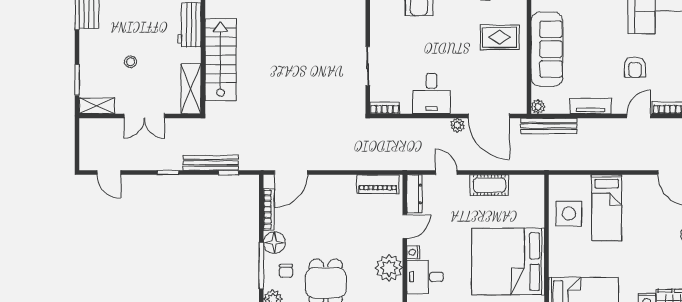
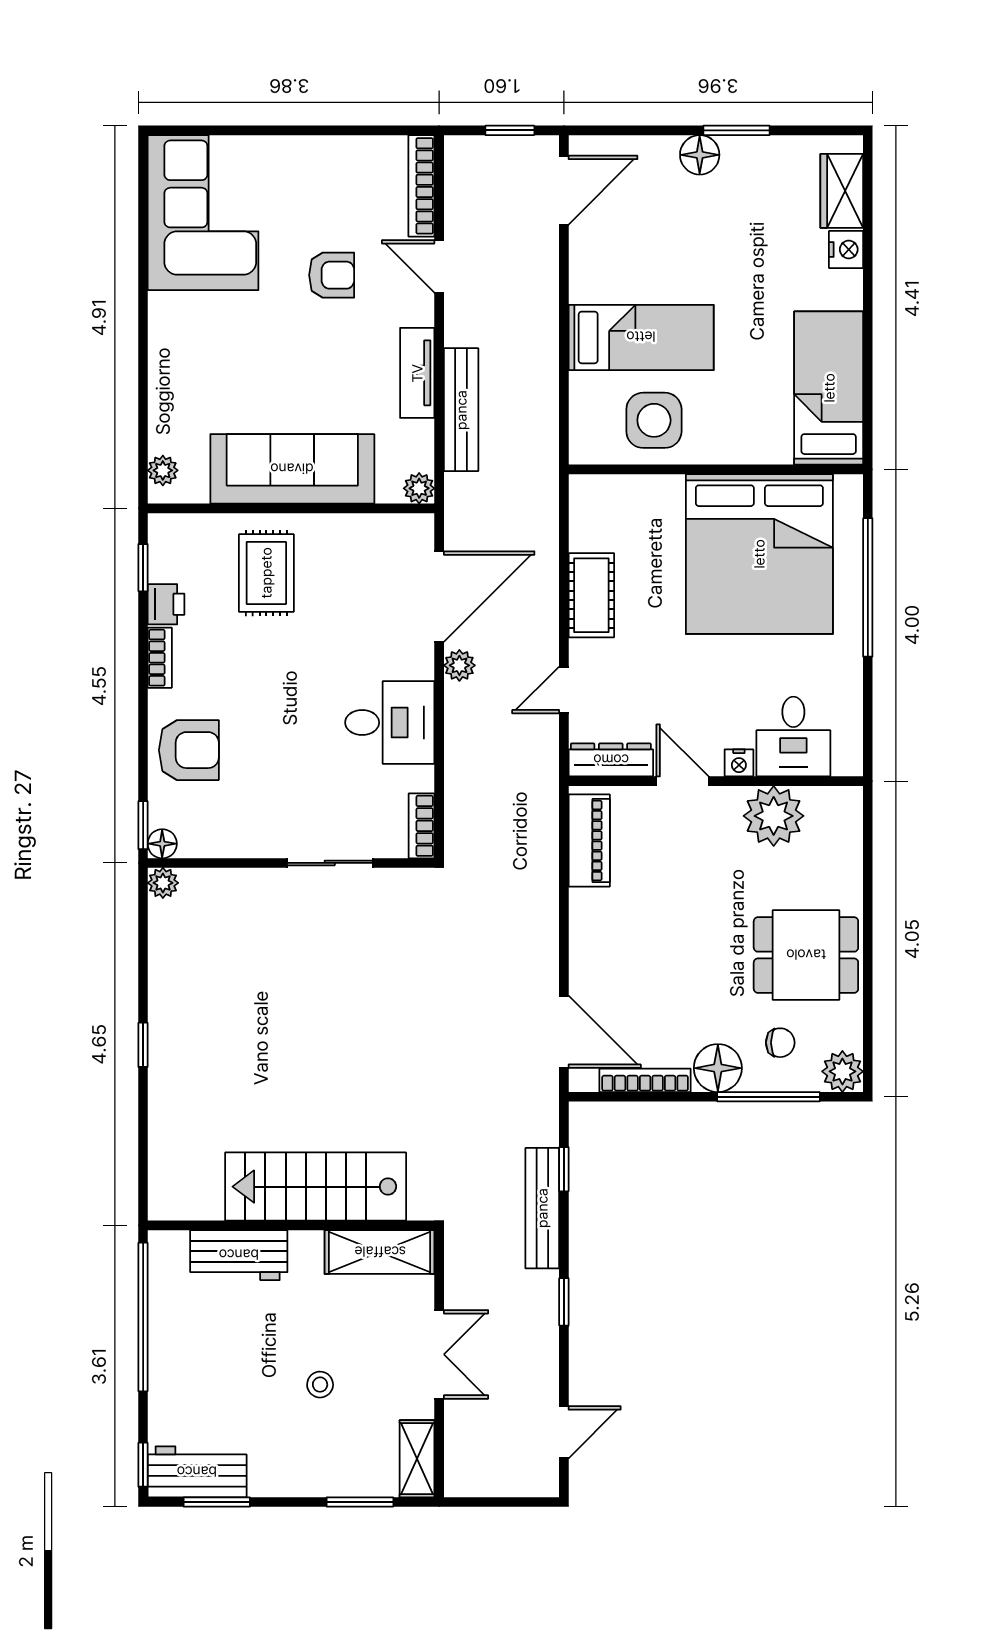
bench: (549, 126) -> (461, 410), moved

